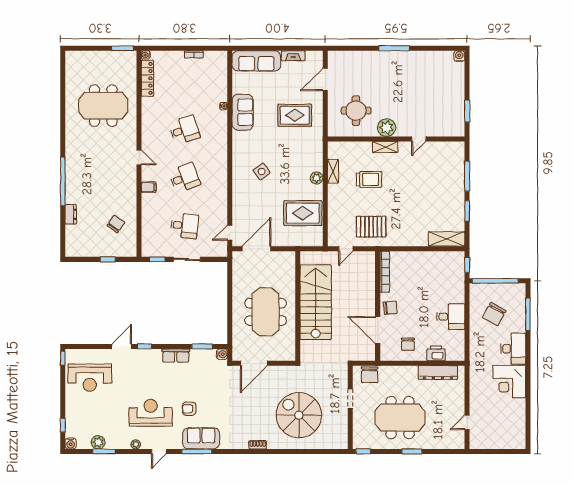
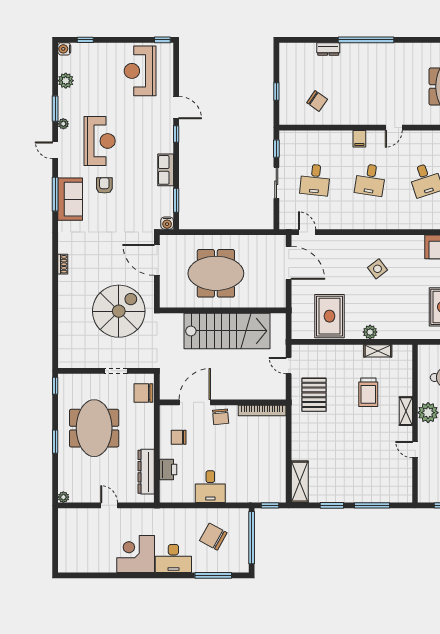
desk: (184, 178) -> (370, 180), turned 30
spiral stairs: (299, 415) -> (119, 311), moved
door: (467, 422) -> (109, 505), moved
plant: (460, 444) -> (63, 497), added
window: (104, 451) -> (55, 109), moved

